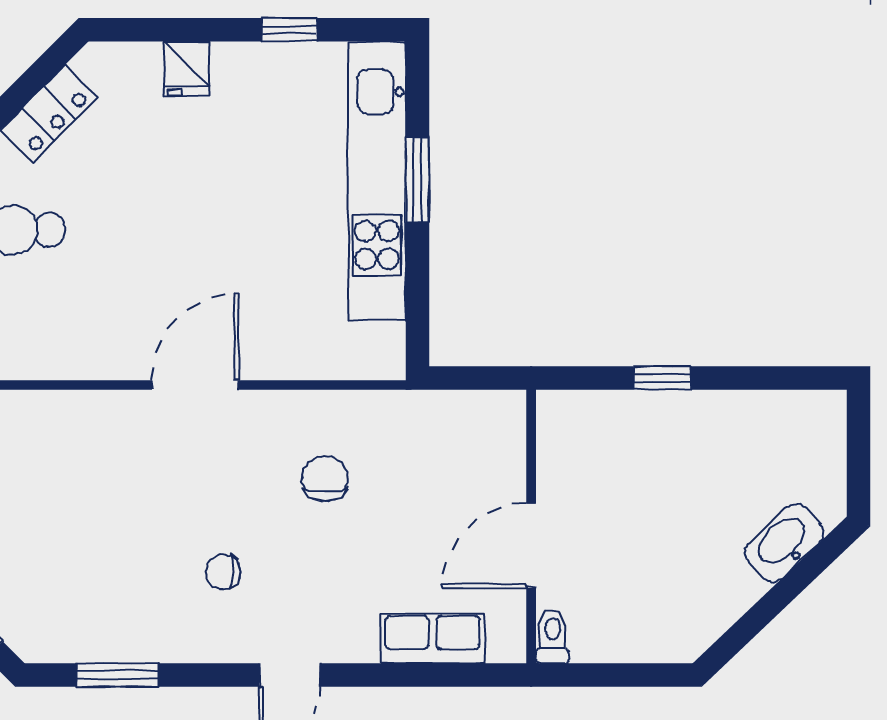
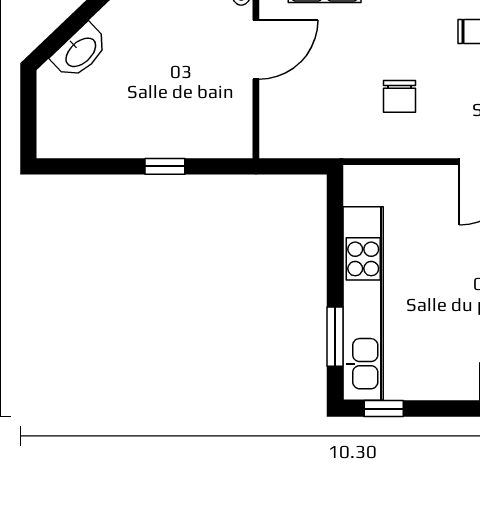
window: (289, 30) -> (384, 409), moved
window: (417, 180) -> (335, 337), moved

